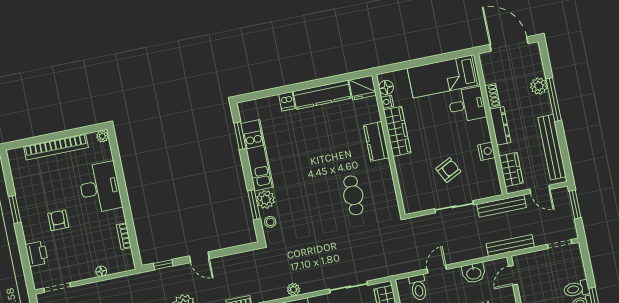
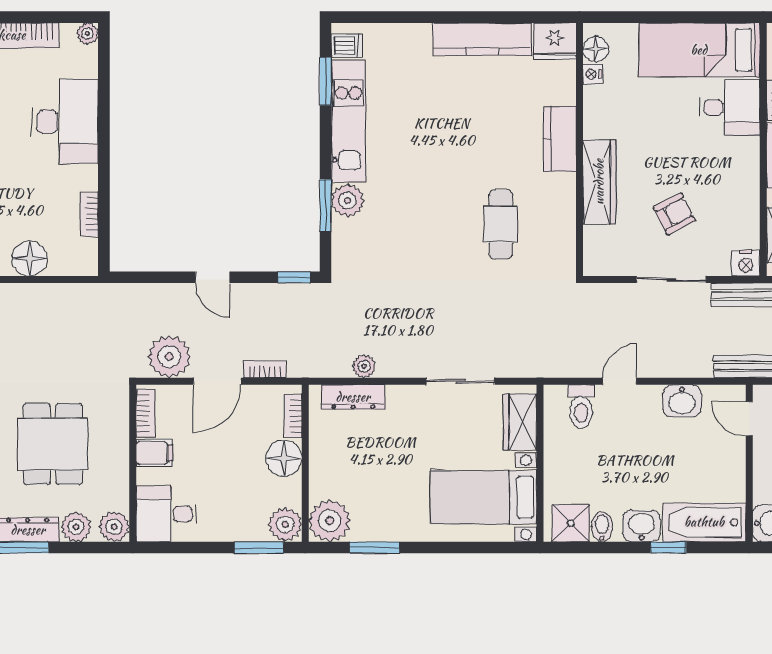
dishwasher: (287, 101) -> (347, 46), moved, turned -90
wardrobe: (397, 131) -> (599, 182), moved
nightstand: (486, 151) -> (746, 263), moved, turned 90
stool: (270, 222) -> (348, 241), removed
window: (163, 265) -> (294, 277), moved
floor lamp: (101, 271) -> (29, 259), width x1.89, depth x1.89
door: (513, 275) -> (749, 419), hinge flipped

